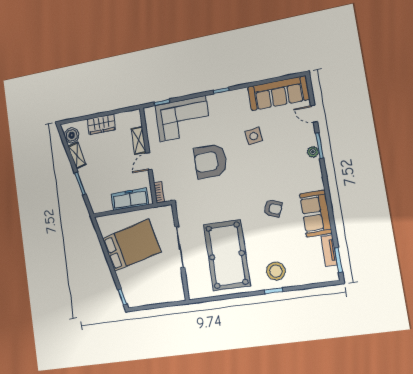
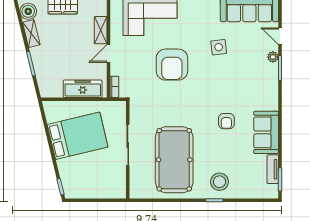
plant: (313, 152) -> (273, 57), moved
armchair: (211, 161) -> (172, 65), turned -90
armchair: (273, 208) -> (226, 121), turned 69

